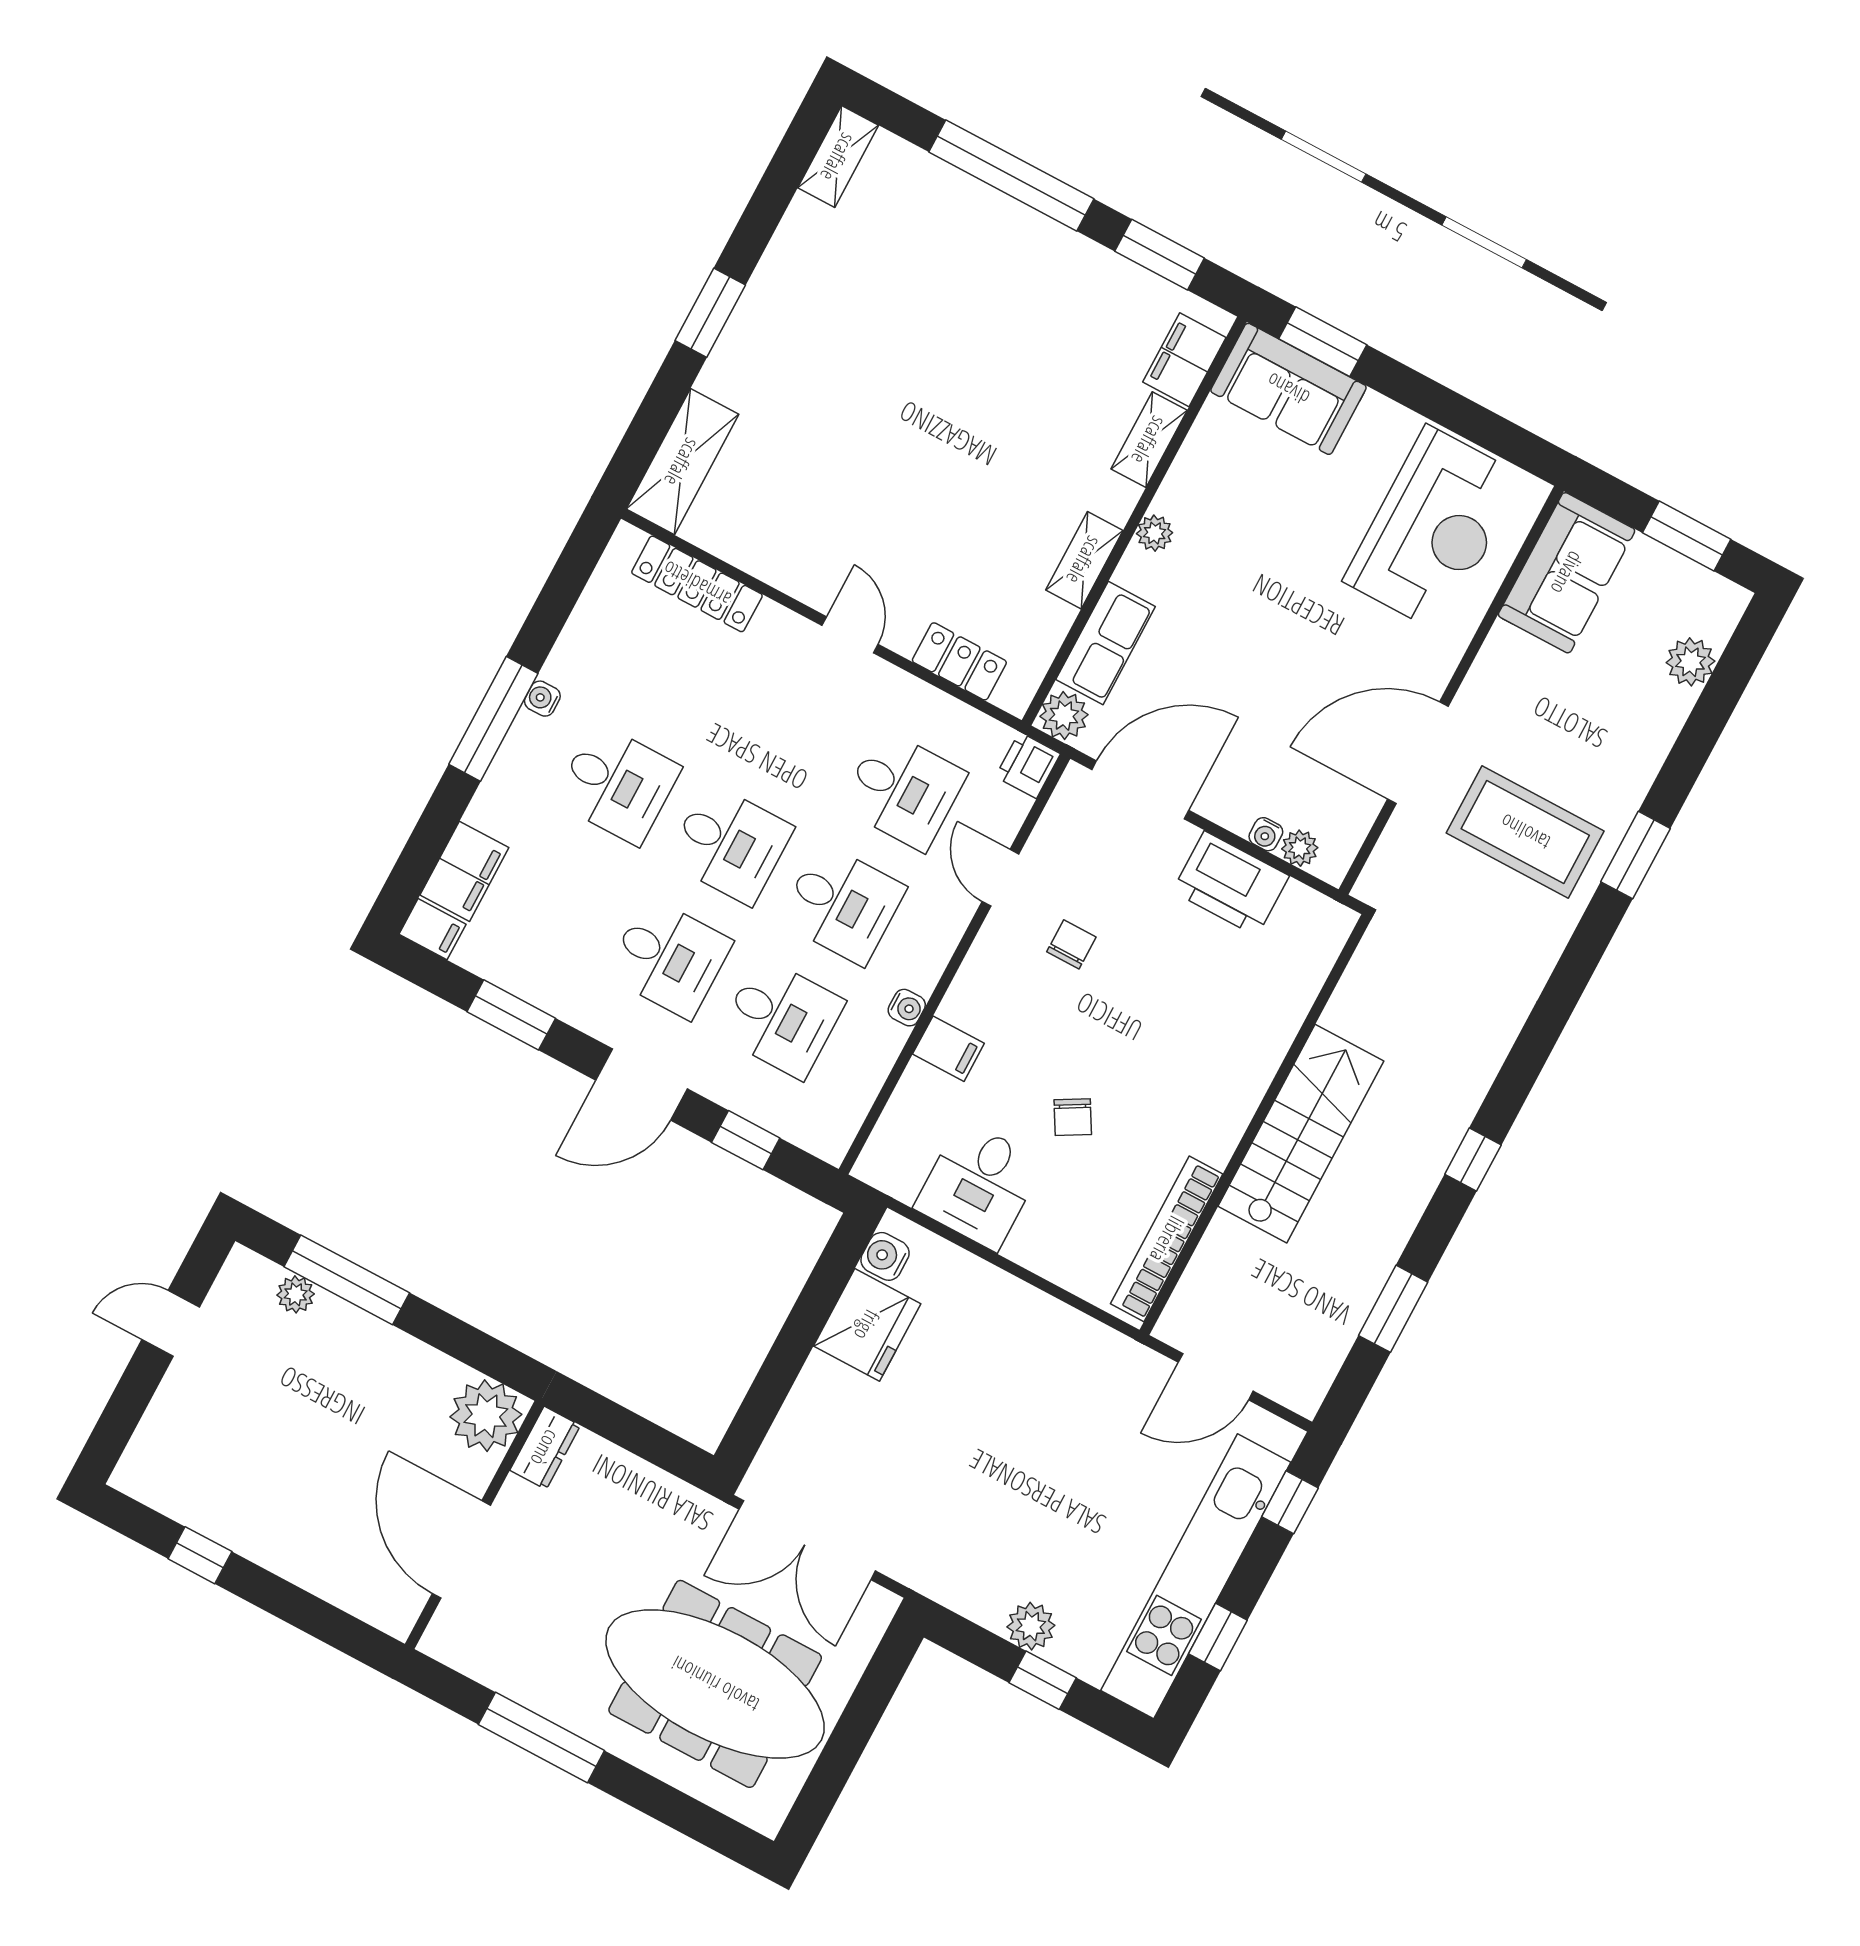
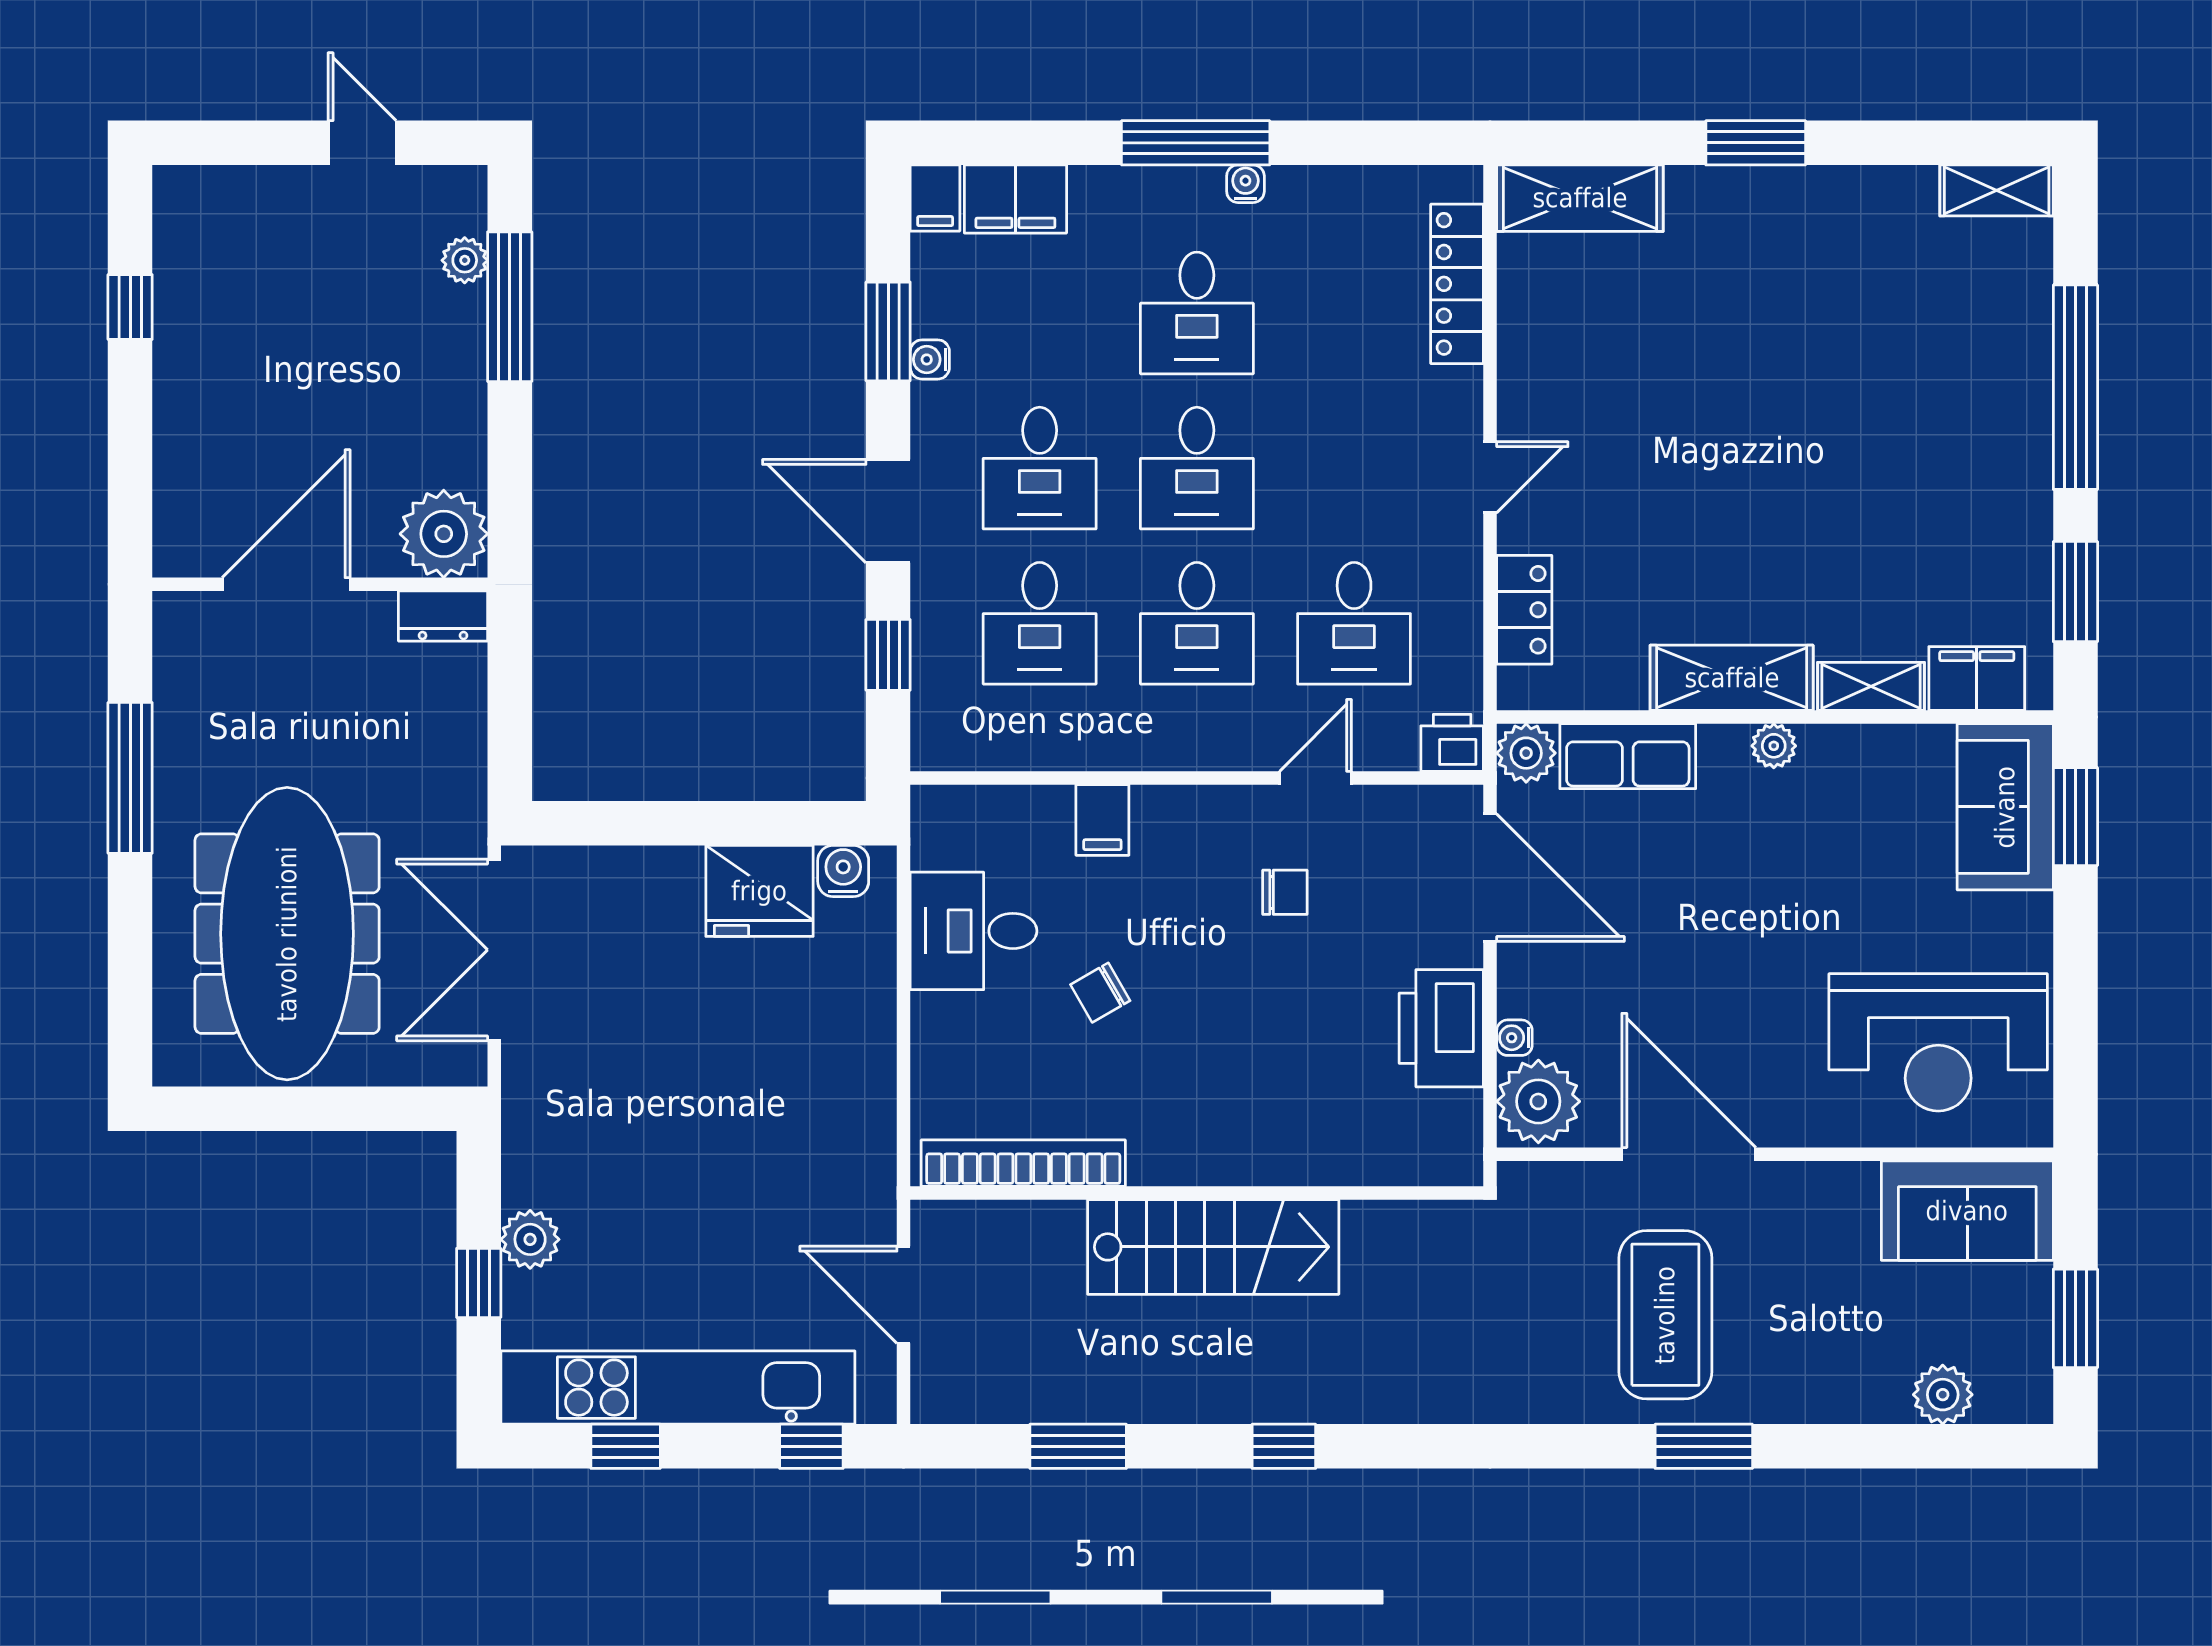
shelving: (1084, 560) -> (1732, 678), width x1.50, depth x1.33
plant: (1300, 848) -> (1538, 1101), width x1.87, depth x1.87
water cooler: (907, 1008) -> (930, 359), moved, turned 90

